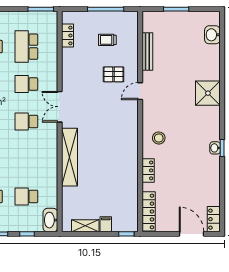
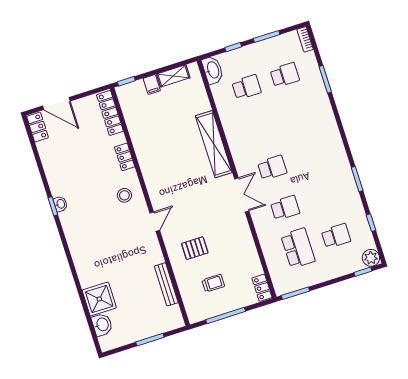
locker: (67, 35) -> (262, 288), moved
door: (140, 91) -> (155, 222), moved
shower: (208, 93) -> (99, 299), moved

